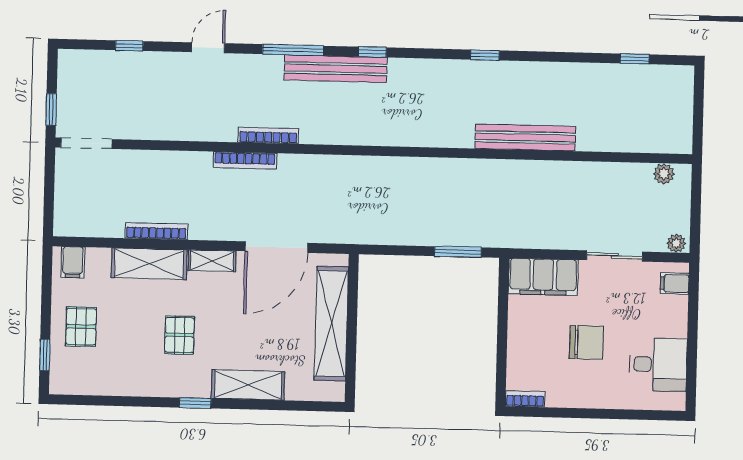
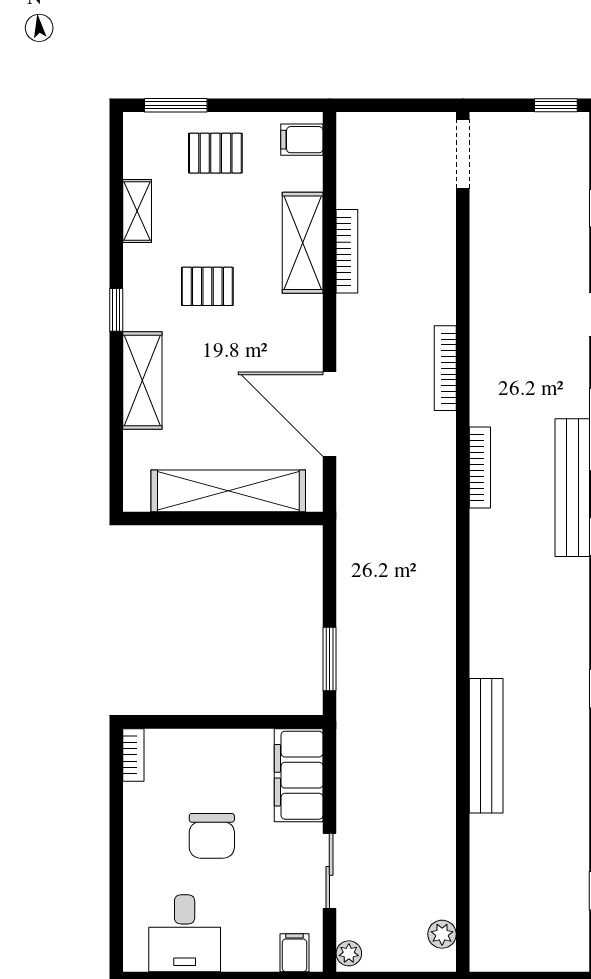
window: (51, 110) -> (556, 105), moved
bookcase: (268, 135) -> (480, 467), moved
shelving: (212, 261) -> (137, 211), moved
window: (45, 355) -> (176, 105), width x1.50

